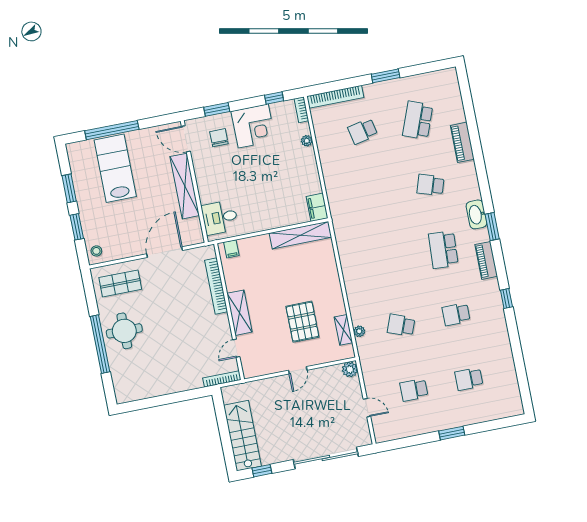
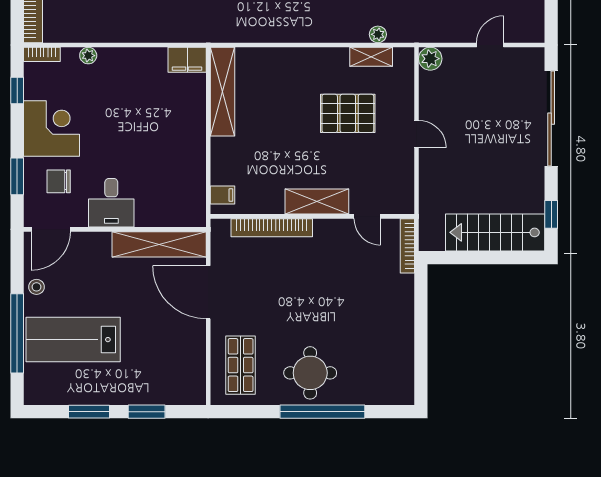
shelving: (185, 186) -> (159, 244), moved
desk: (220, 218) -> (111, 203), moved
stool: (96, 251) -> (36, 287), moved

